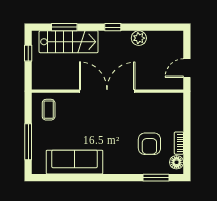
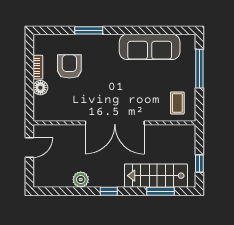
floor lamp: (177, 162) -> (40, 88), moved
window: (156, 178) -> (89, 30), moved

